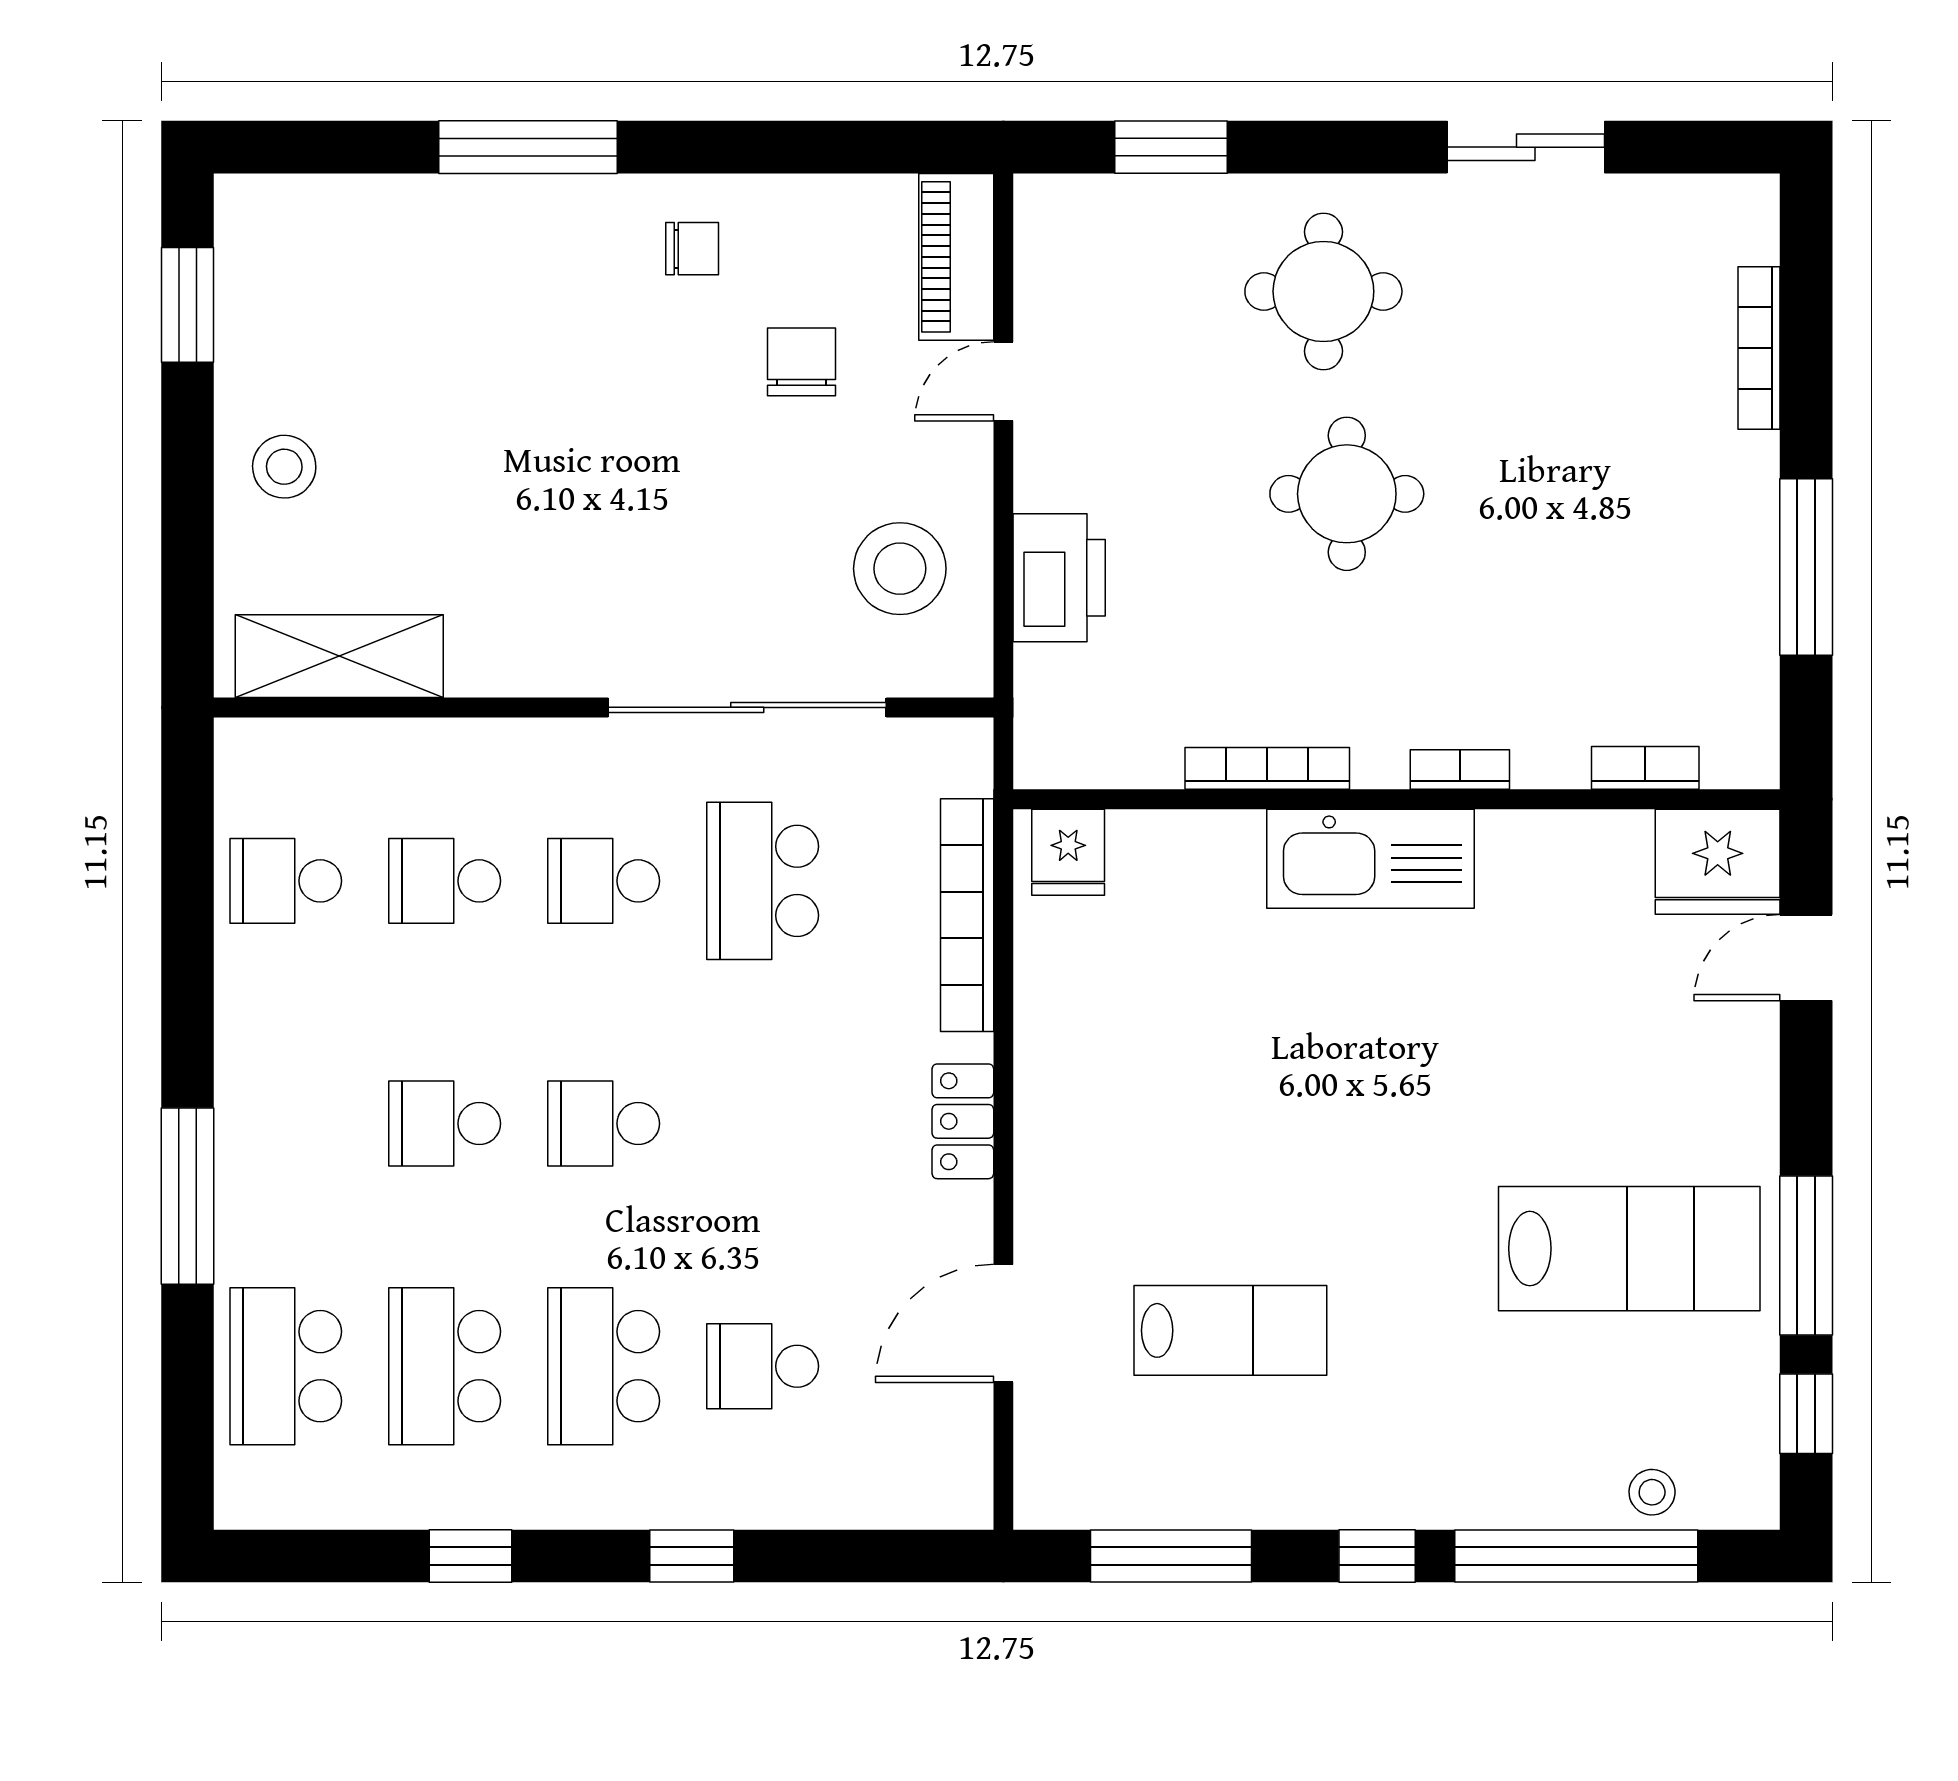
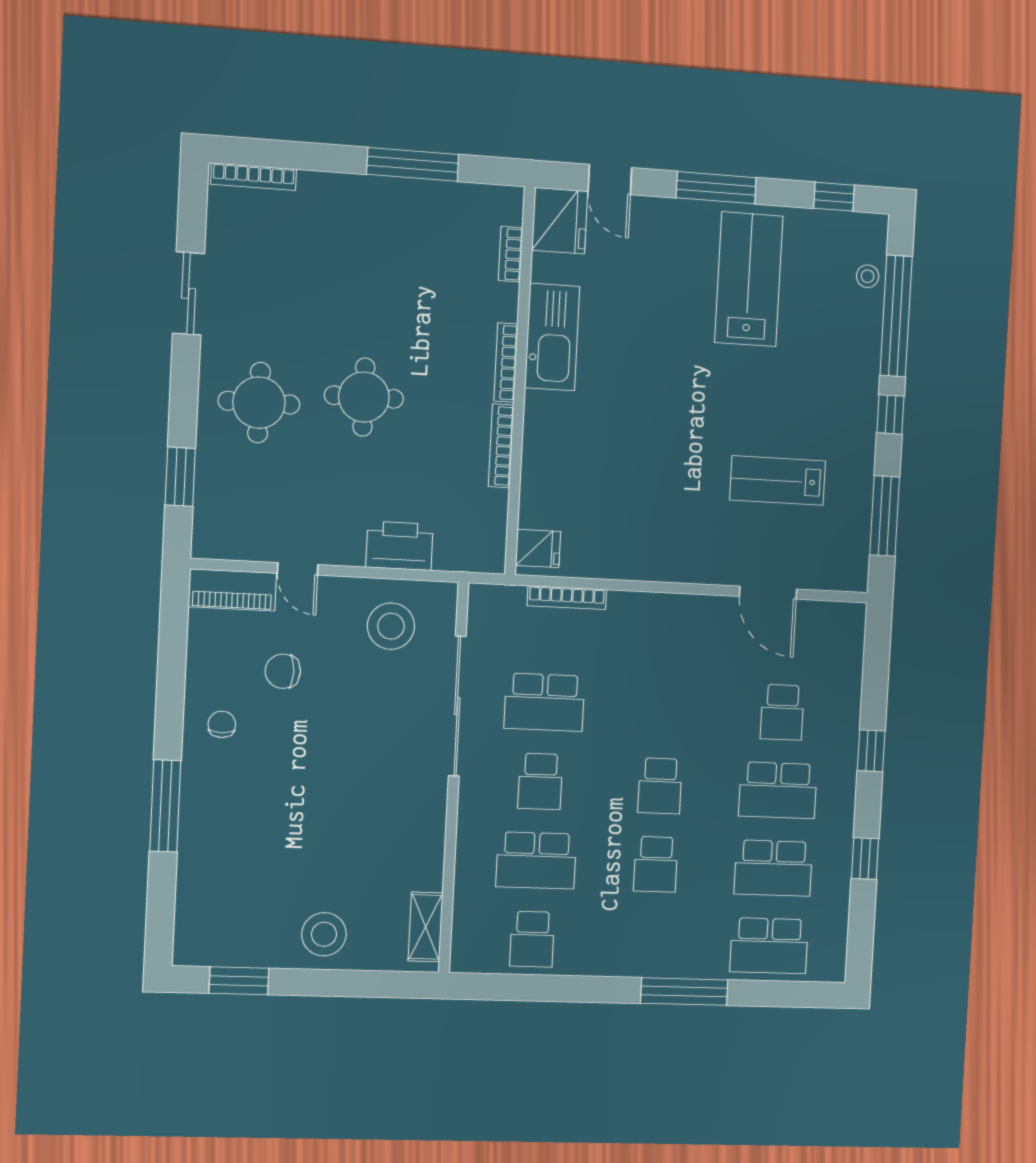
bookcase: (1759, 348) -> (254, 177), moved
stool: (284, 467) -> (324, 934), width x1.38, depth x1.38
shelving: (339, 656) -> (426, 927), width x0.67, depth x0.75
bookcase: (1460, 770) -> (506, 363), width x1.56
kitchen sink: (1371, 859) -> (552, 337), moved
school desk: (445, 881) -> (536, 860), width x1.85
bookcase: (967, 915) -> (567, 598), width x0.68, depth x0.76
locker: (963, 1121) -> (668, 608), removed
window: (1806, 1255) -> (716, 188), moved
lab bench: (1230, 1330) -> (778, 481), turned -90

